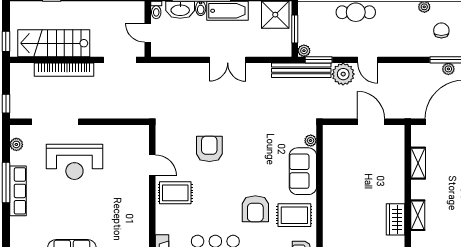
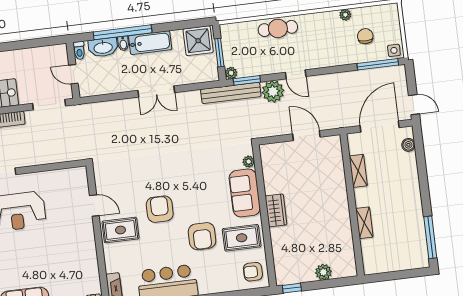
plant: (448, 69) -> (377, 74), removed
armchair: (209, 149) -> (160, 209), moved
wardrobe: (396, 219) -> (276, 210), moved, turned 180

